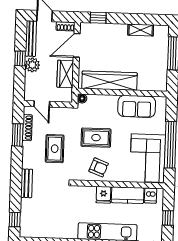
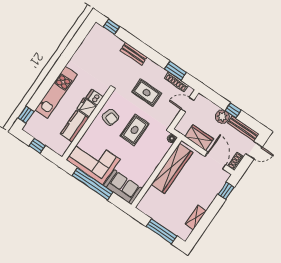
sofa: (137, 106) -> (123, 187), moved, turned 90
armchair: (99, 167) -> (110, 117), turned -95
dishwasher: (151, 196) -> (95, 97), moved

